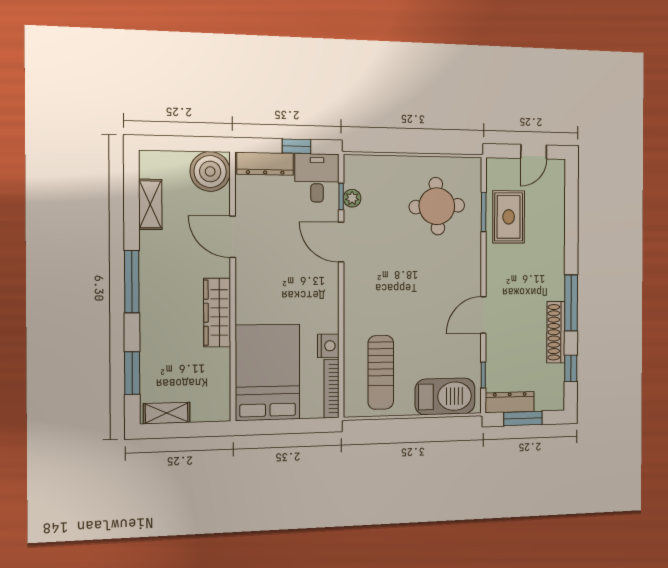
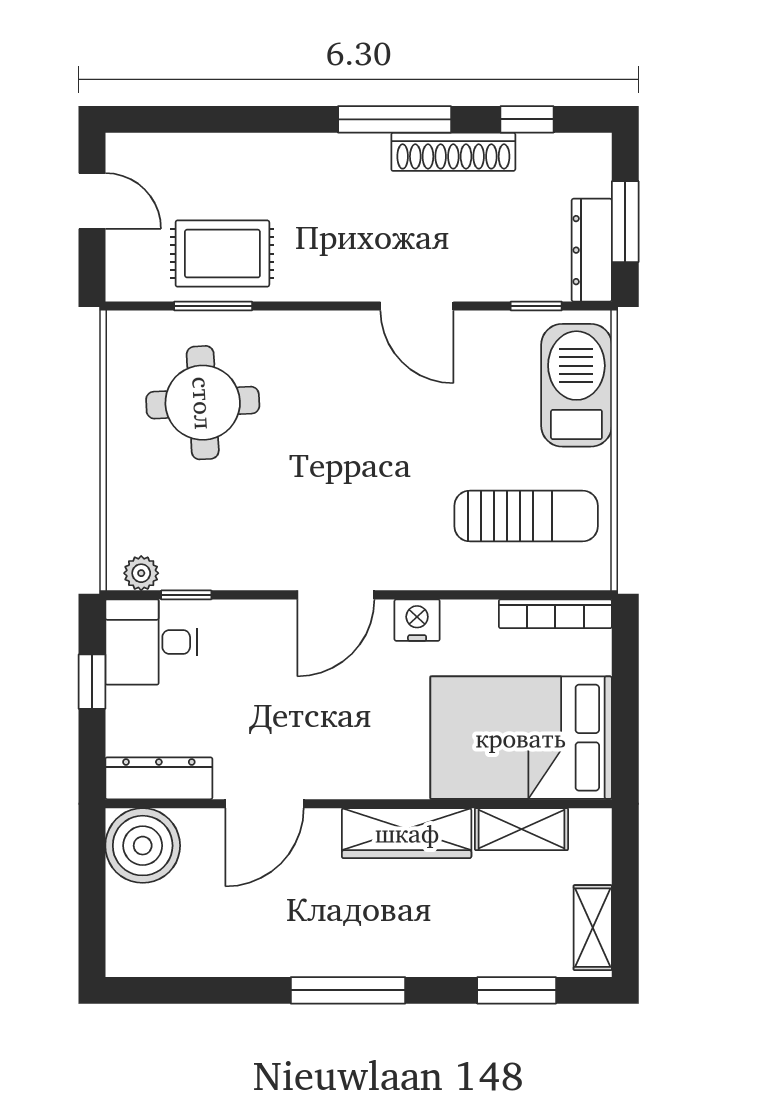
dresser: (265, 164) -> (159, 778), moved, turned -90
plant: (352, 198) -> (141, 573), moved
shelving: (150, 204) -> (521, 829), moved
door: (341, 242) -> (336, 595), moved
nightstand: (328, 346) -> (417, 620), moved

